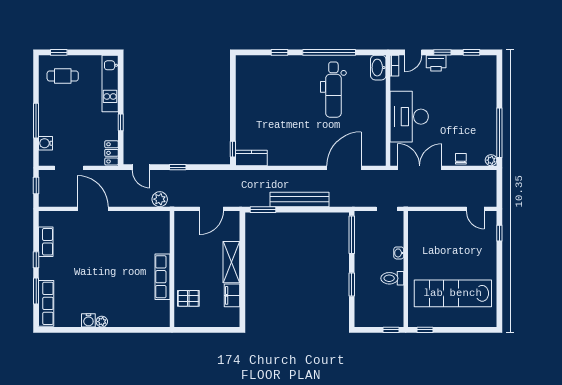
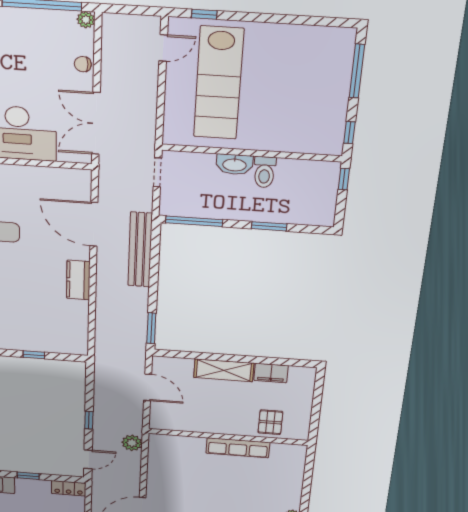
window: (233, 149) -> (34, 355), moved
kitchen counter: (251, 158) -> (78, 280), moved
bench: (300, 199) -> (140, 250), moved
washbasin: (399, 253) -> (235, 164), width x1.91, depth x1.45
lab bench: (453, 293) -> (218, 83), moved
window: (468, 330) -> (357, 71), added

